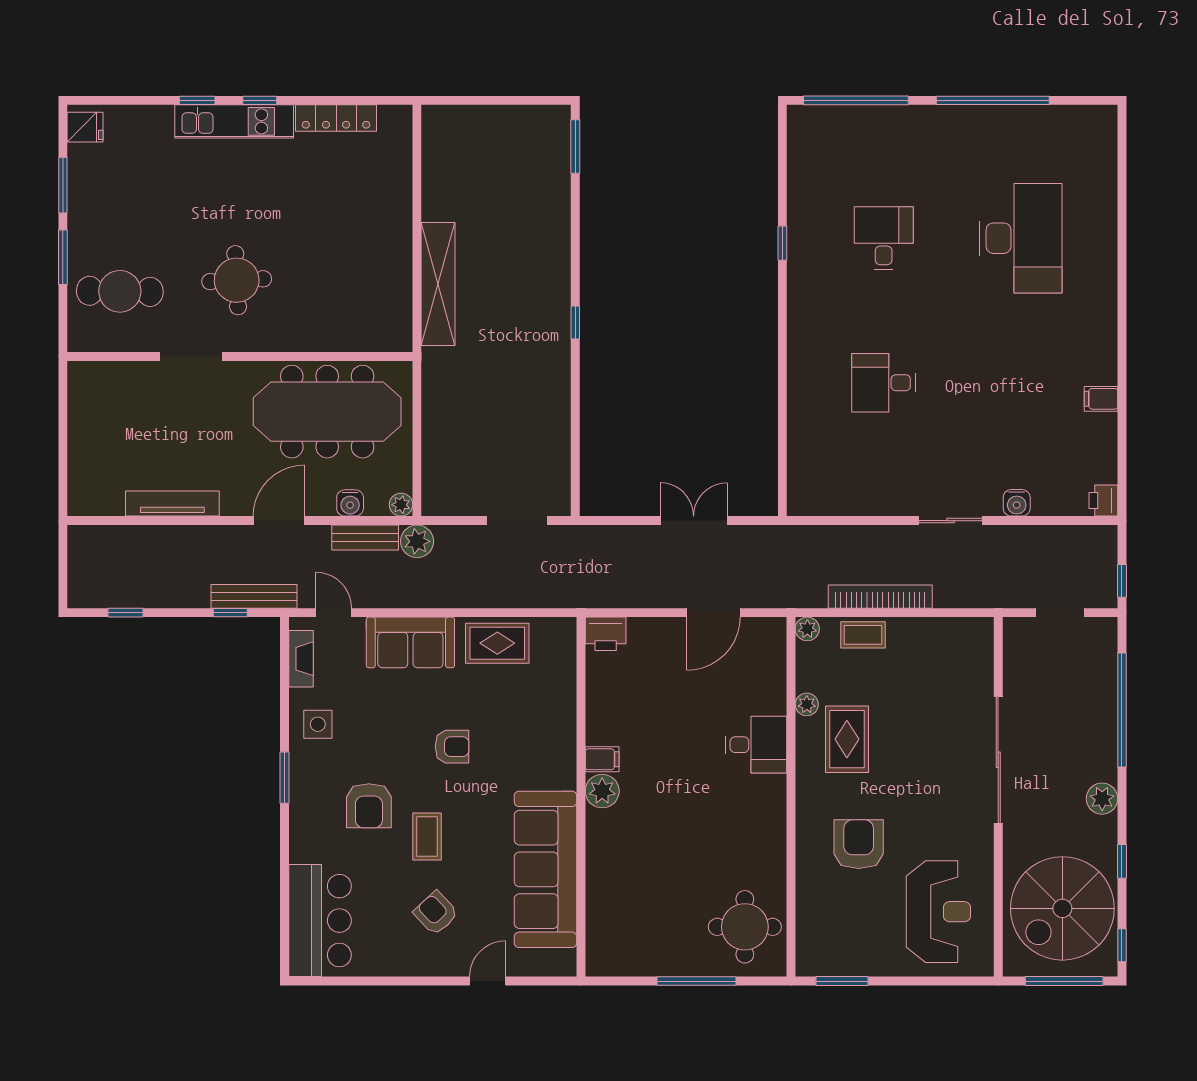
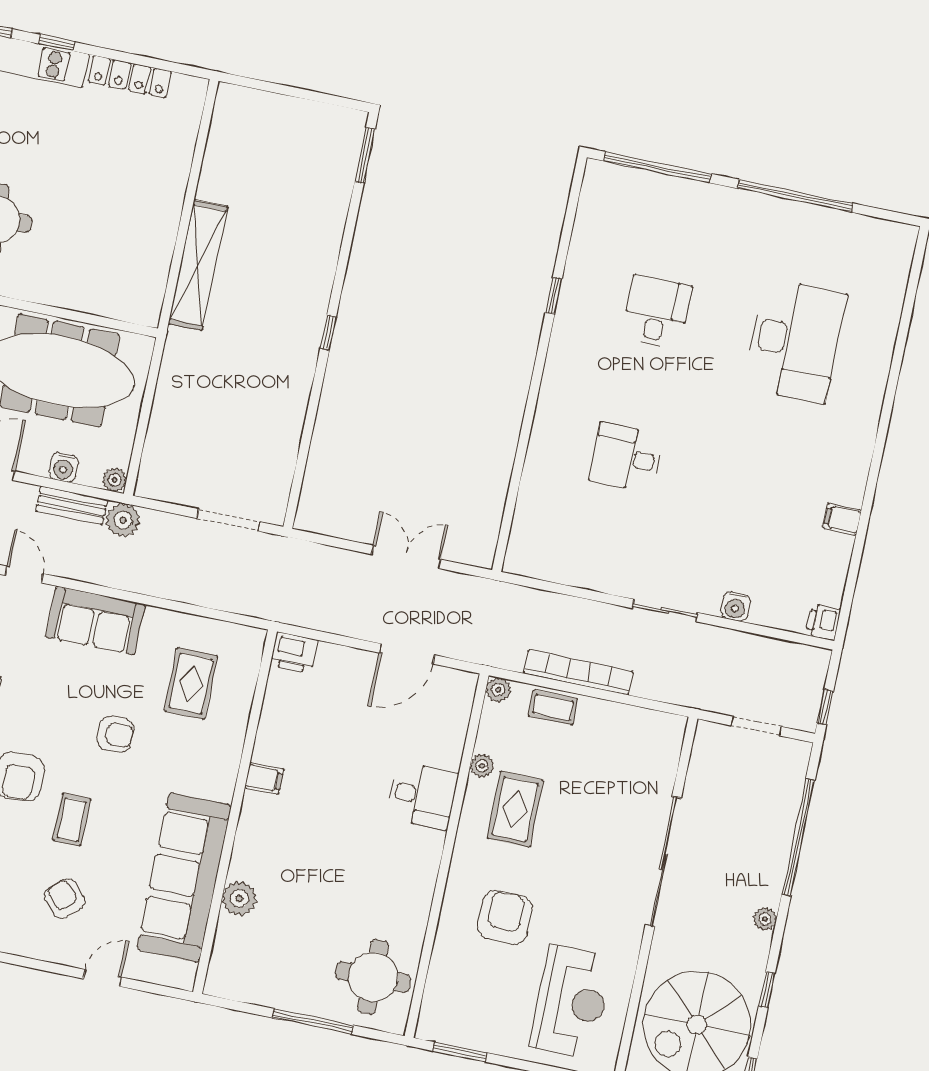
rug: (497, 643) -> (191, 683), moved, turned 90
plant: (602, 791) -> (239, 898), moved
plant: (1102, 799) -> (765, 919), width x0.73, depth x0.73

